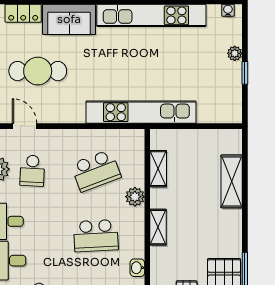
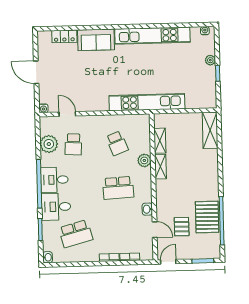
cafe table: (38, 71) -> (75, 76), removed
school desk: (96, 171) -> (117, 143), width x0.54
shelving: (232, 181) -> (210, 130), moved
shelving: (158, 227) -> (160, 167), moved

